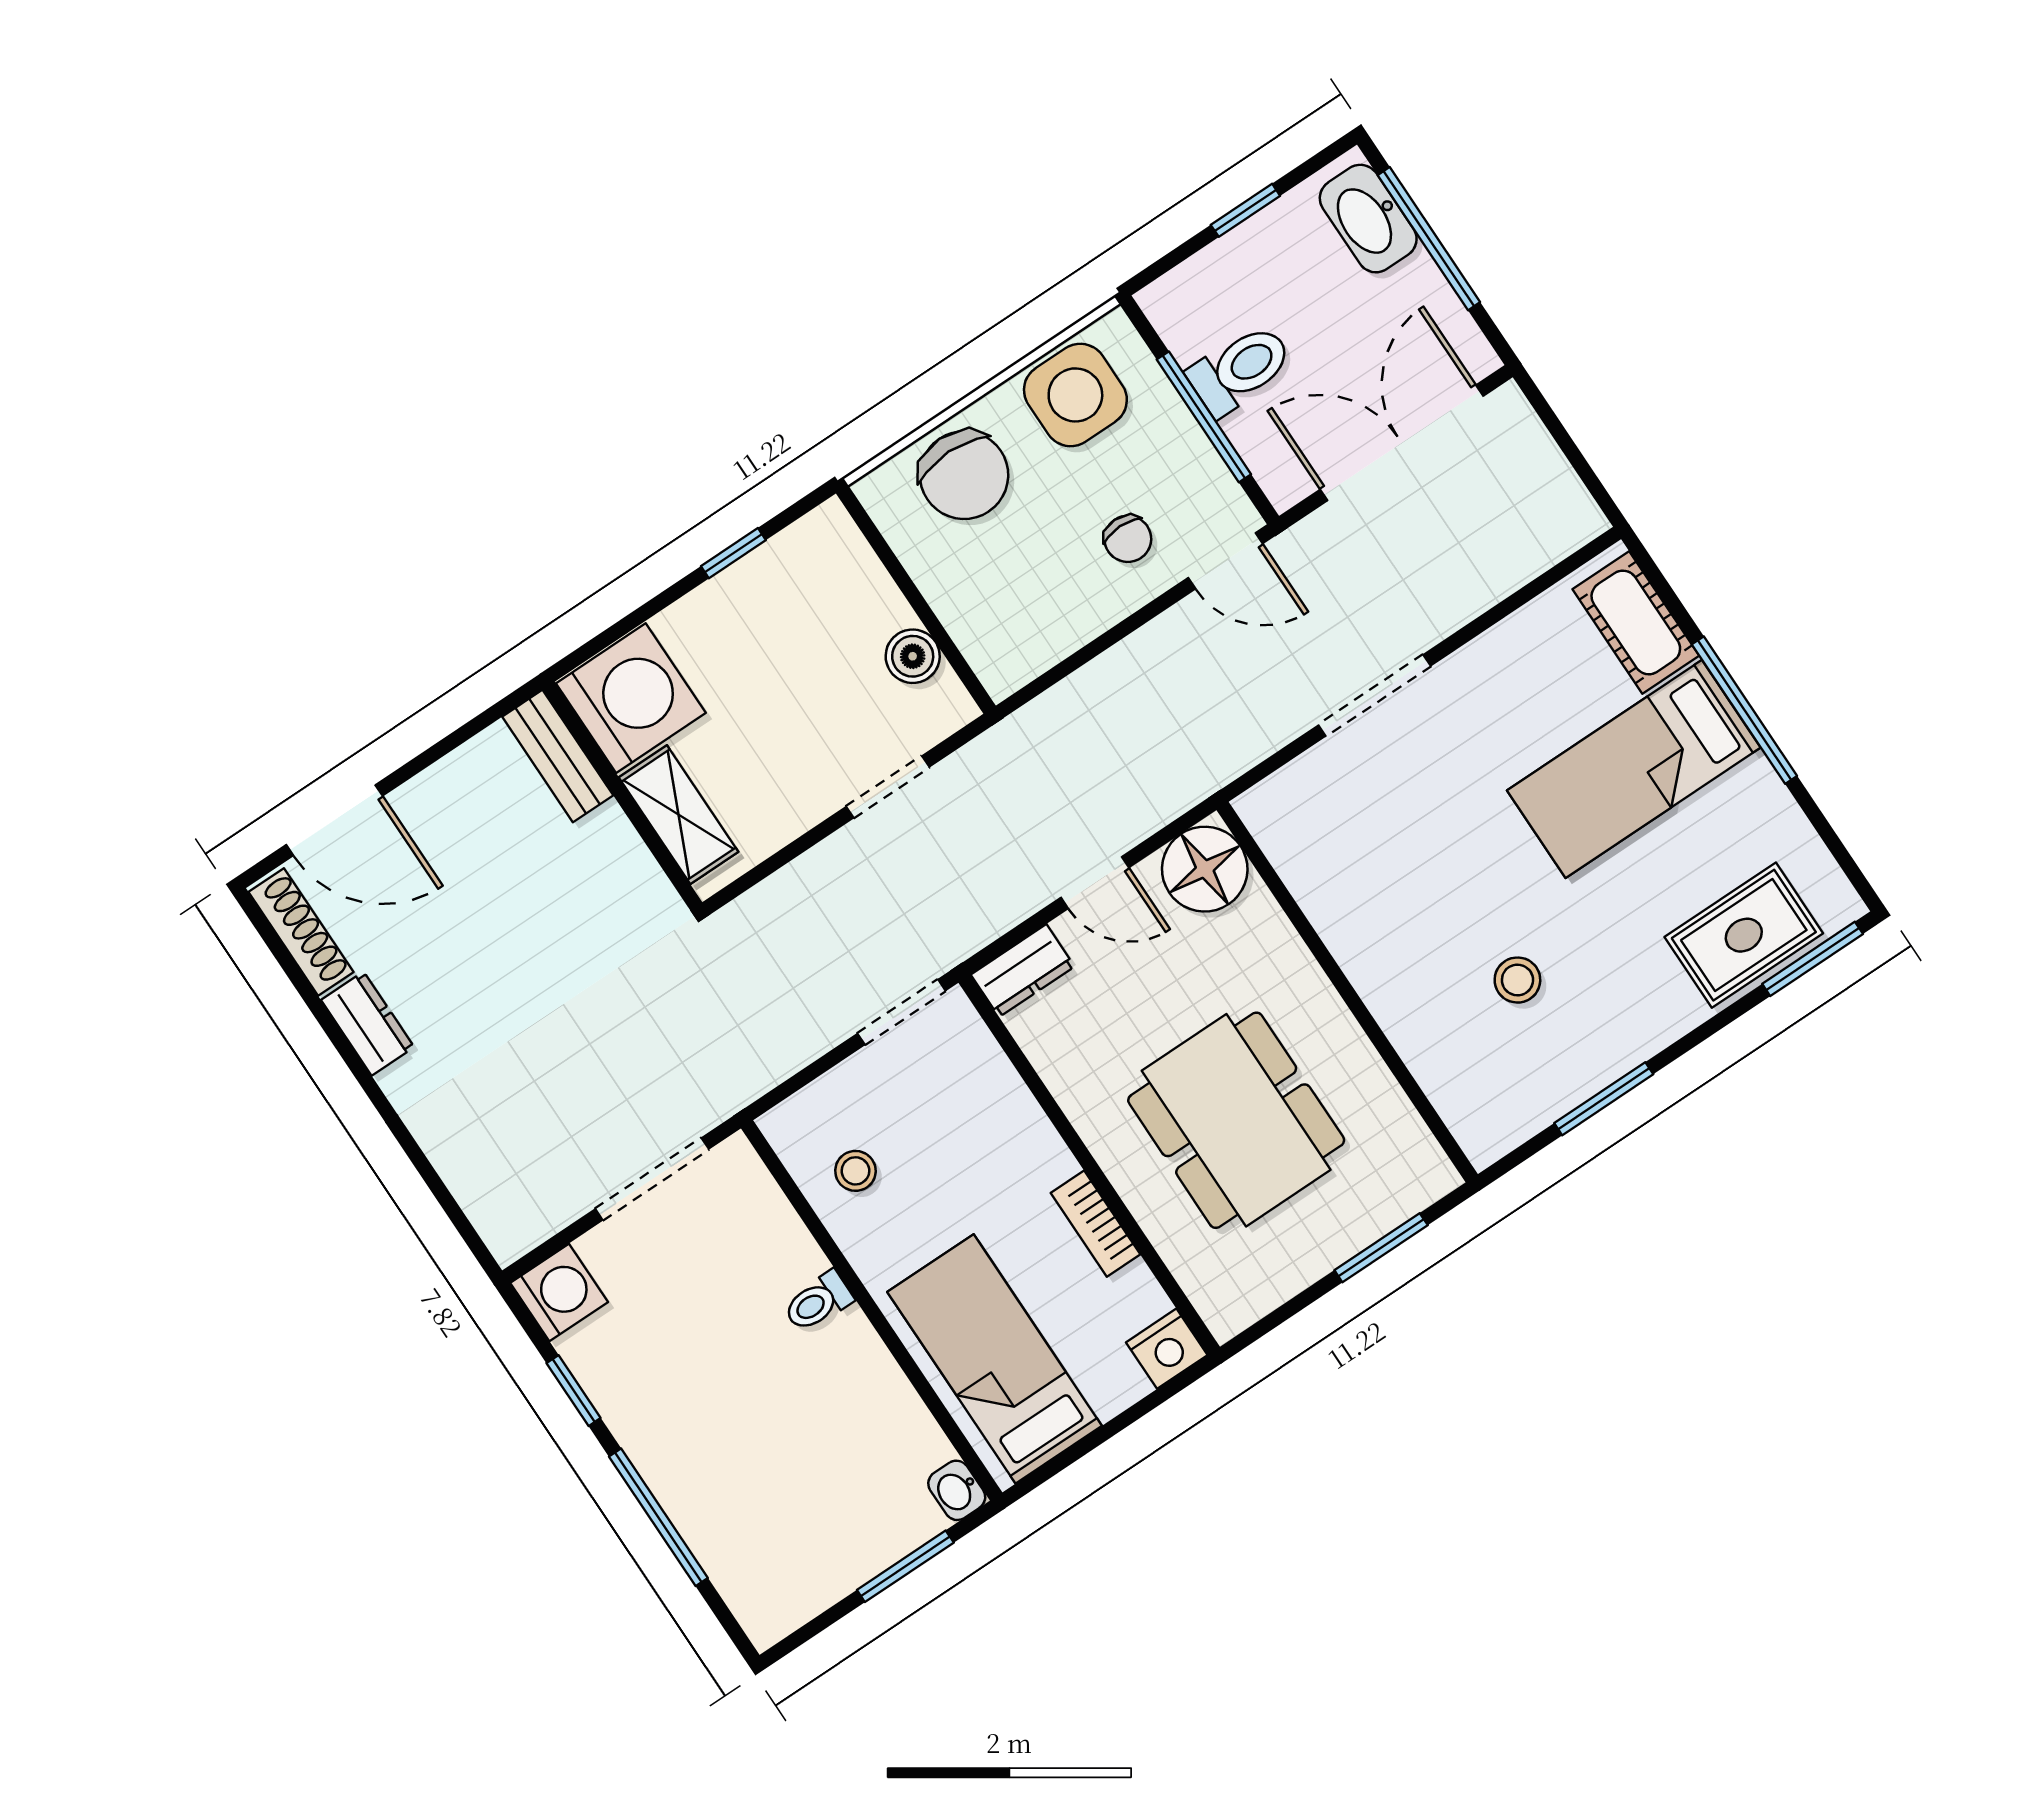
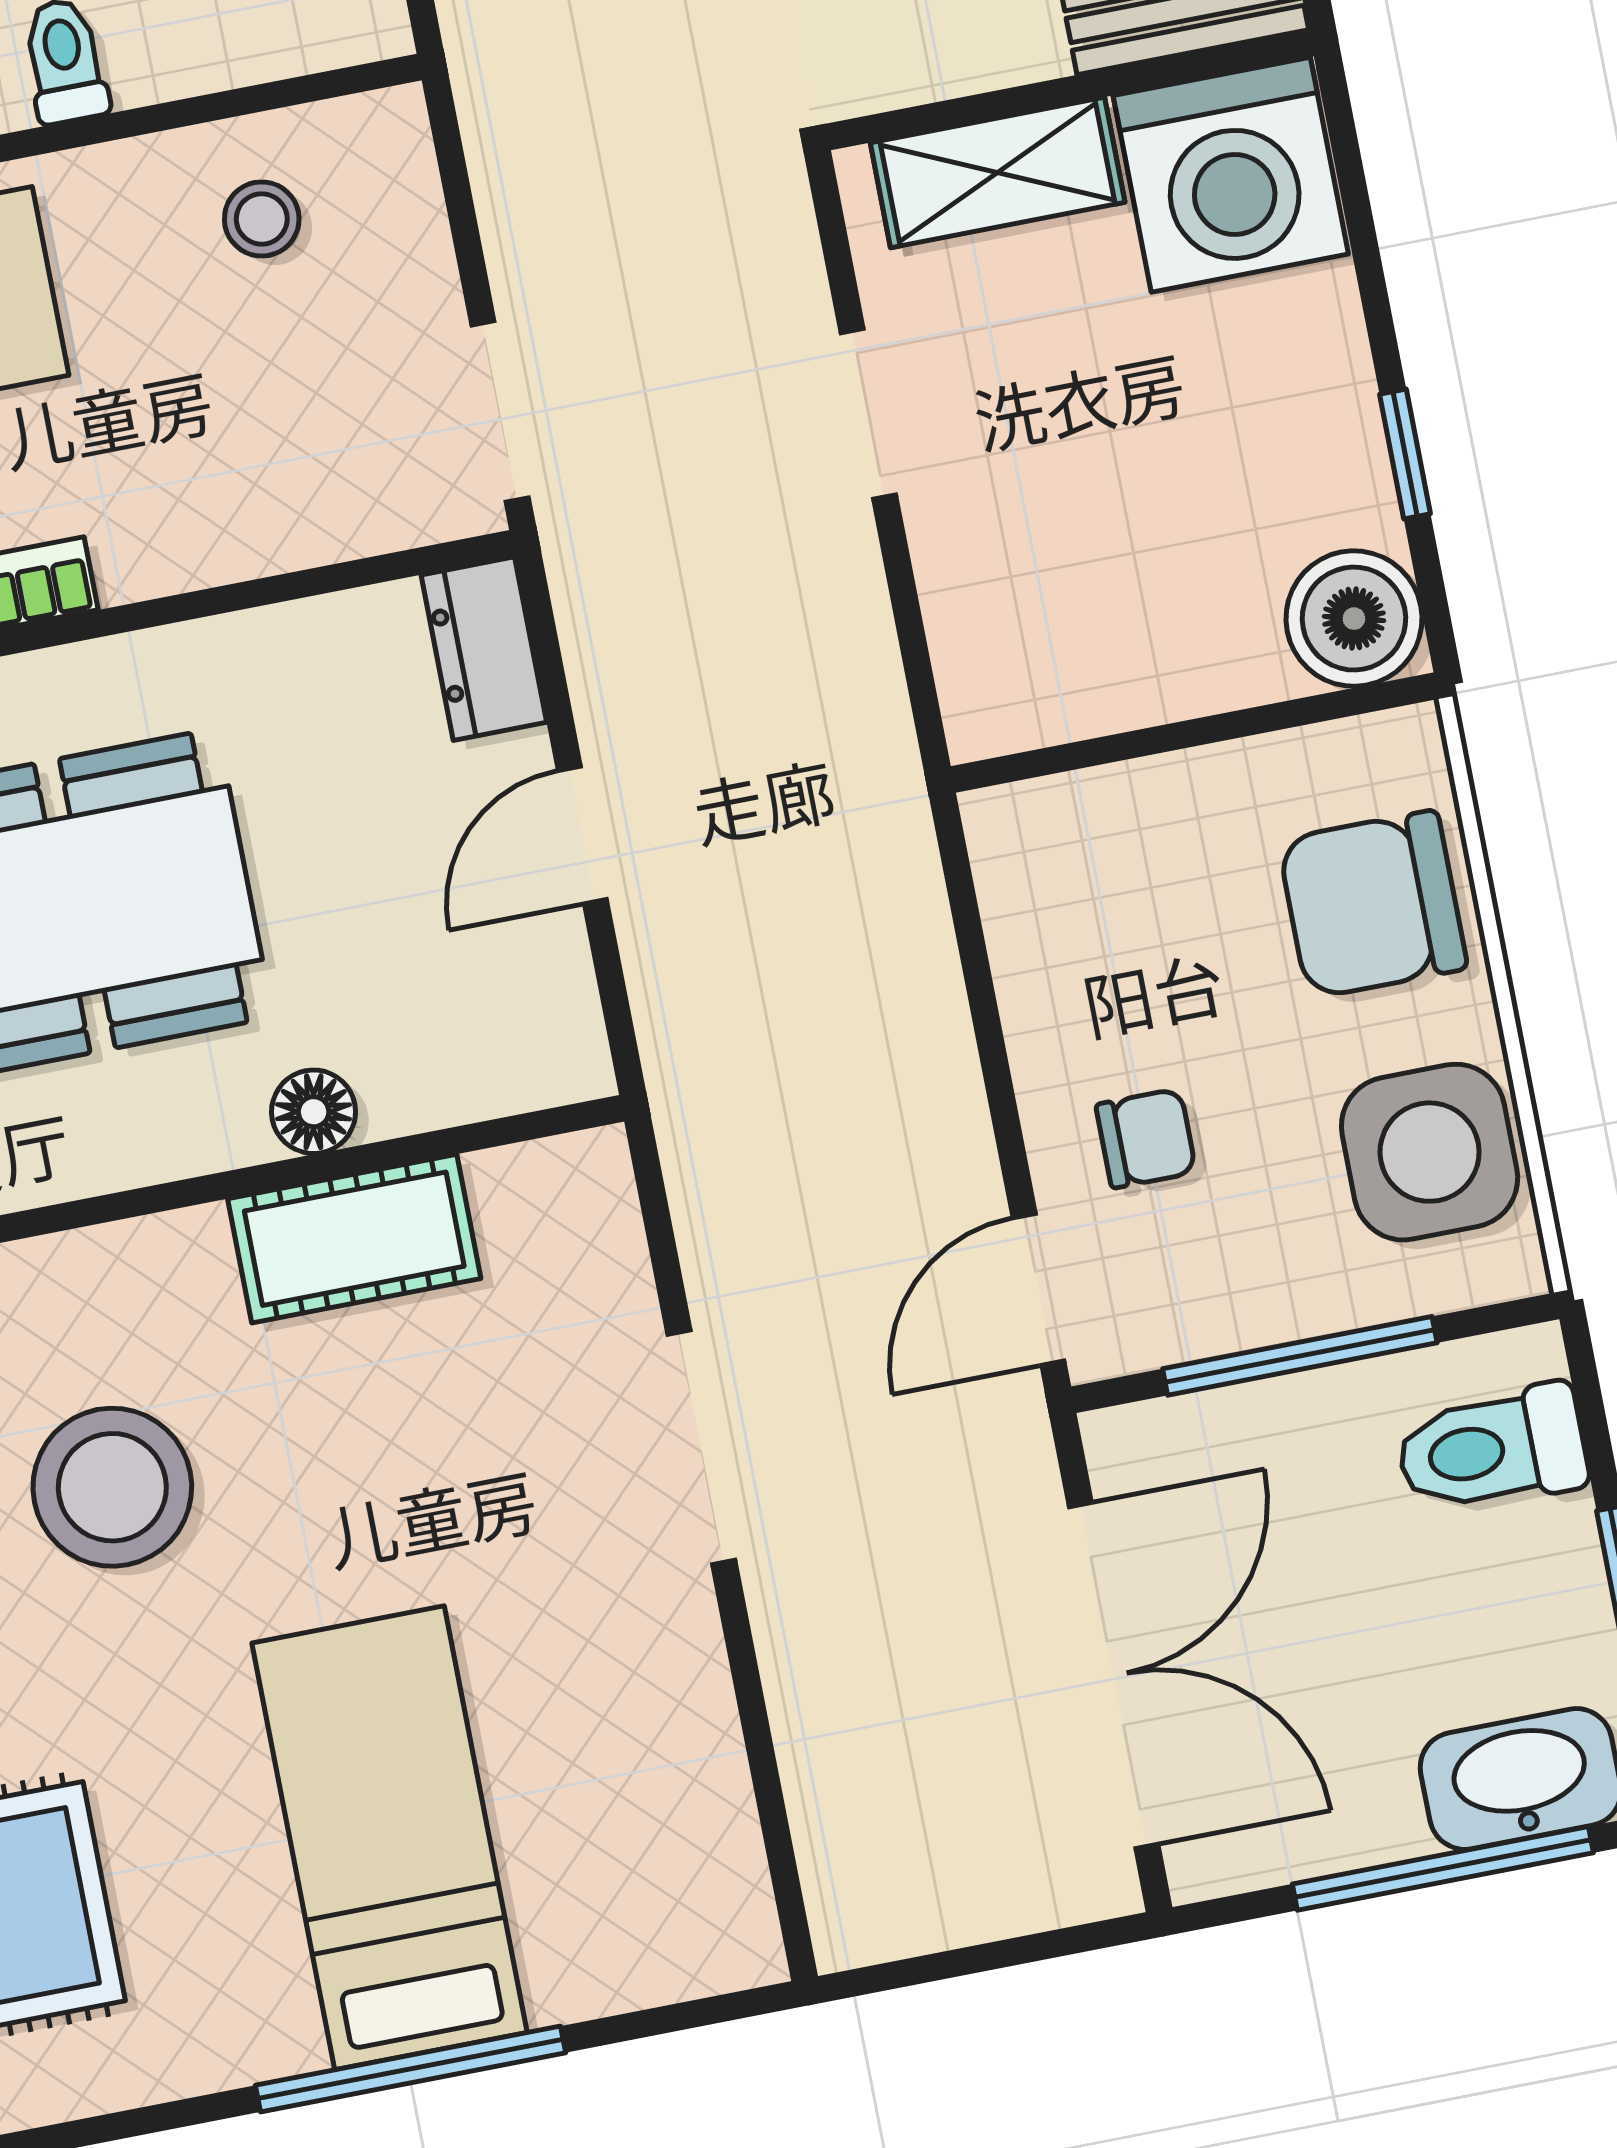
toilet: (1240, 369) -> (1492, 1449), moved, turned 90
chair: (1128, 539) -> (1146, 1138), turned 180
cot: (1636, 622) -> (354, 1239), moved
boiler: (913, 656) -> (1354, 619), moved, width x1.36, depth x1.36
doorway: (888, 787) -> (868, 414), moved
floor lamp: (1205, 869) -> (314, 1112), moved, width x0.53, depth x0.53
stool: (1517, 980) -> (112, 1487), width x1.89, depth x1.89

